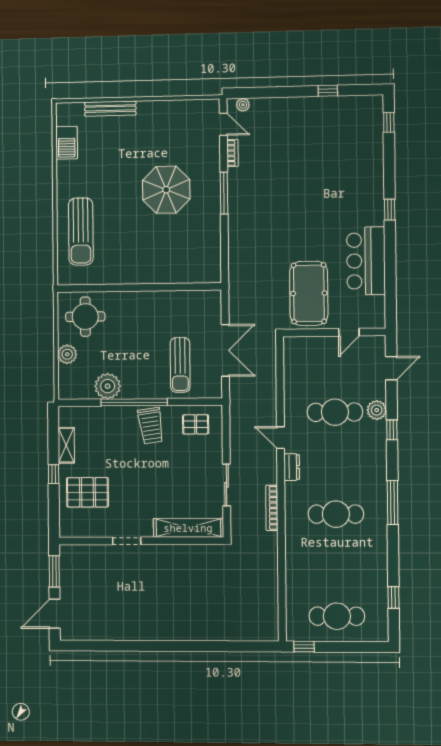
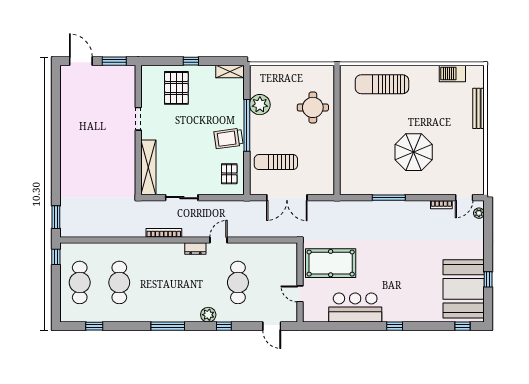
booth: (340, 122) -> (464, 289), added
window: (224, 193) -> (389, 198), moved
round table: (85, 317) -> (313, 107), moved
plant: (67, 354) -> (285, 73), removed
plant: (377, 410) -> (208, 315), moved
shelving: (66, 445) -> (230, 71), moved
cafe table: (336, 514) -> (119, 282), moved
window: (253, 646) -> (56, 217), added

